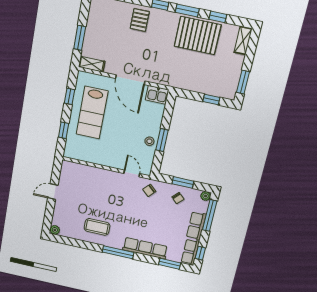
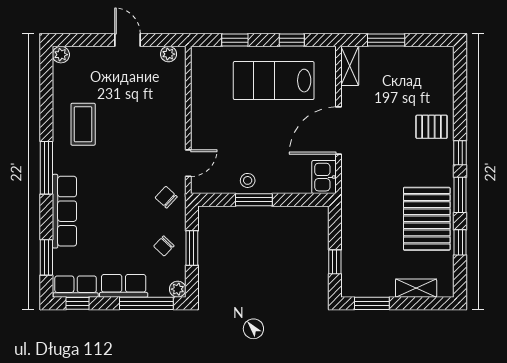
shelving: (243, 41) -> (416, 288), moved
plant: (65, 170) -> (169, 54), added

